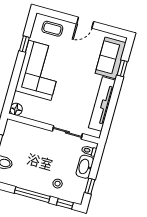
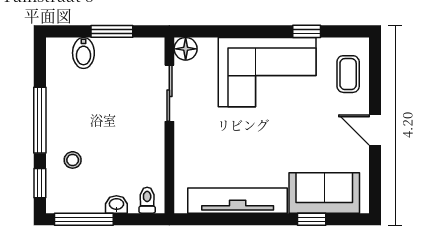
sliding door: (67, 132) -> (169, 93), moved
washbasin: (85, 167) -> (116, 204), width x0.52, depth x0.69
window: (90, 186) -> (84, 219), width x2.17

